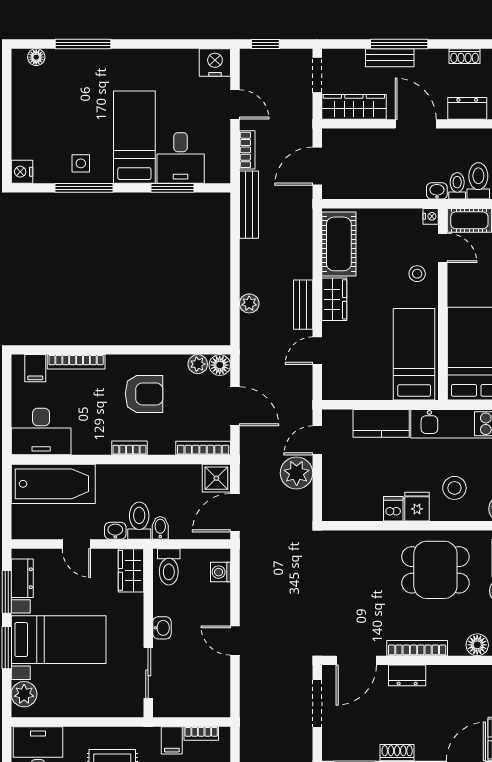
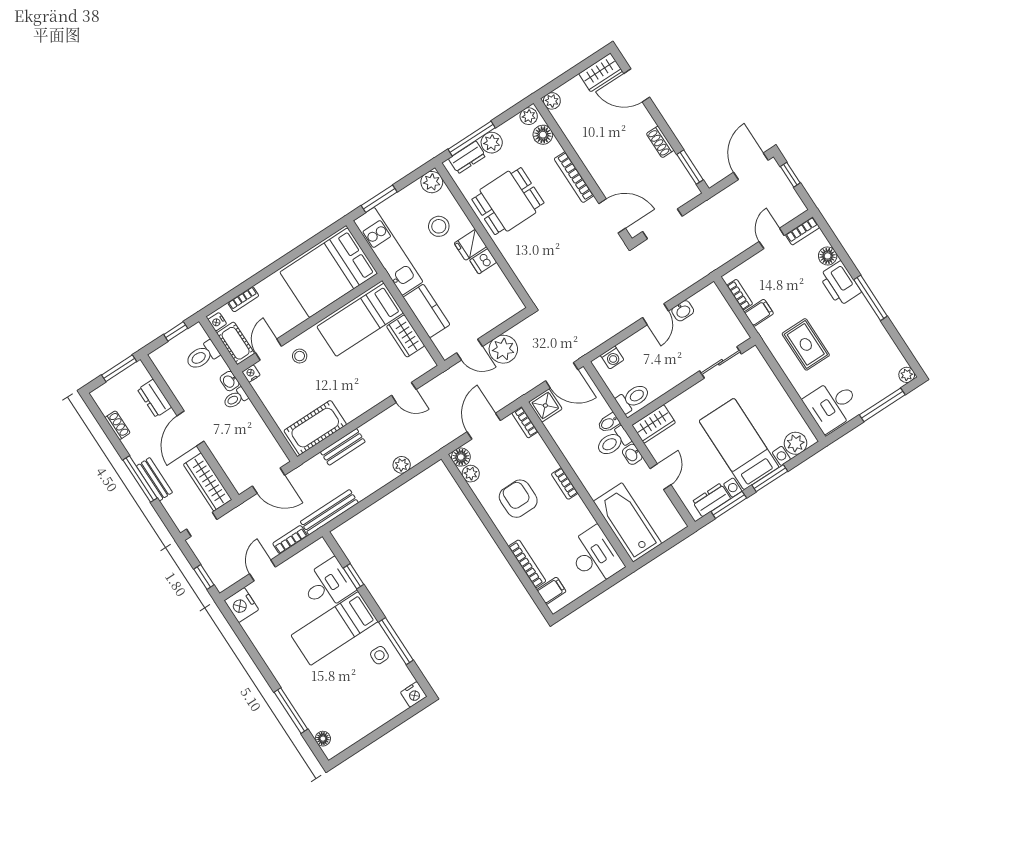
toilet: (457, 186) -> (236, 398), moved
window: (173, 188) -> (354, 576), width x0.67
wardrobe: (334, 299) -> (406, 336), moved, turned -90
bench: (303, 305) -> (343, 447), moved
bookcase: (203, 448) -> (525, 422), width x0.64
dining table: (435, 570) -> (508, 201), turned 90
washbasin: (162, 628) -> (683, 311), moved, turned 180
dresser: (407, 675) -> (599, 171), removed

